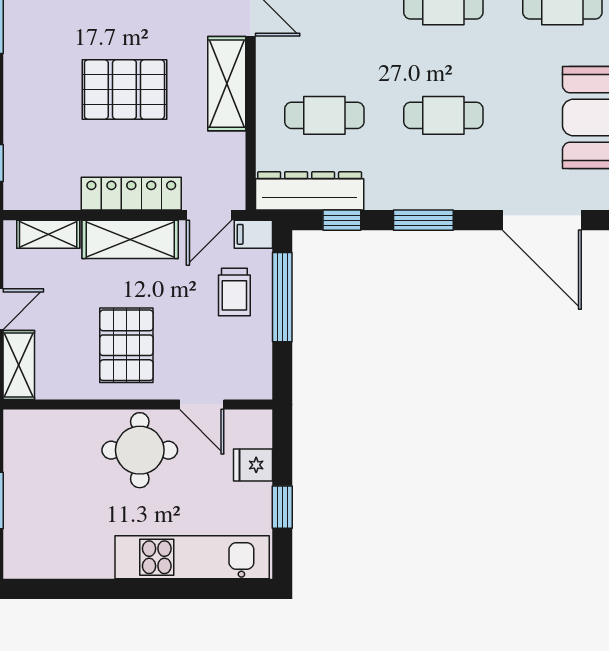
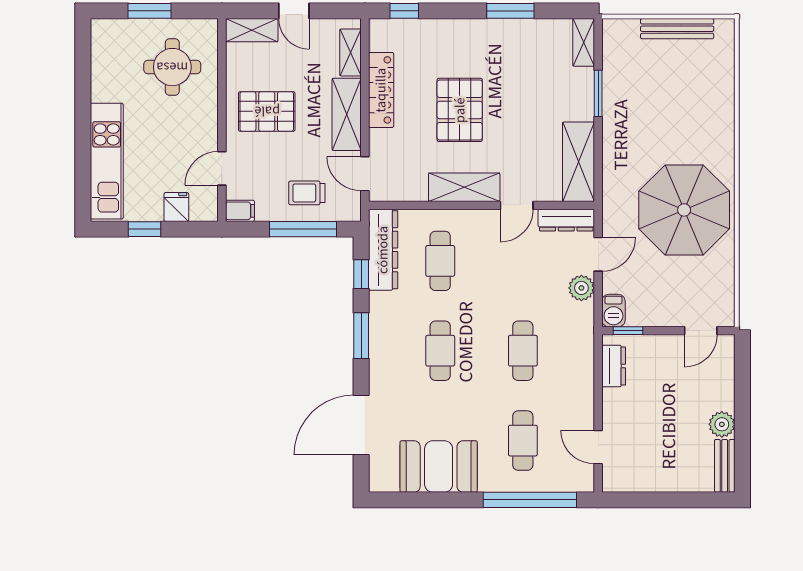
locker: (131, 194) -> (381, 90), moved
filing cabinet: (253, 234) -> (240, 211), moved, turned 90
round table: (140, 450) -> (172, 67), moved

